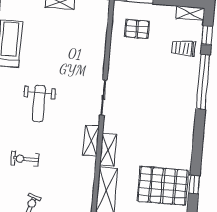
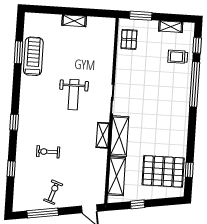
shelving: (190, 13) -> (171, 27), moved
pallet: (137, 29) -> (129, 39), moved, turned 90
weight bench: (39, 104) -> (74, 95), moved
shelving: (108, 150) -> (119, 136), width x1.50, depth x1.33

